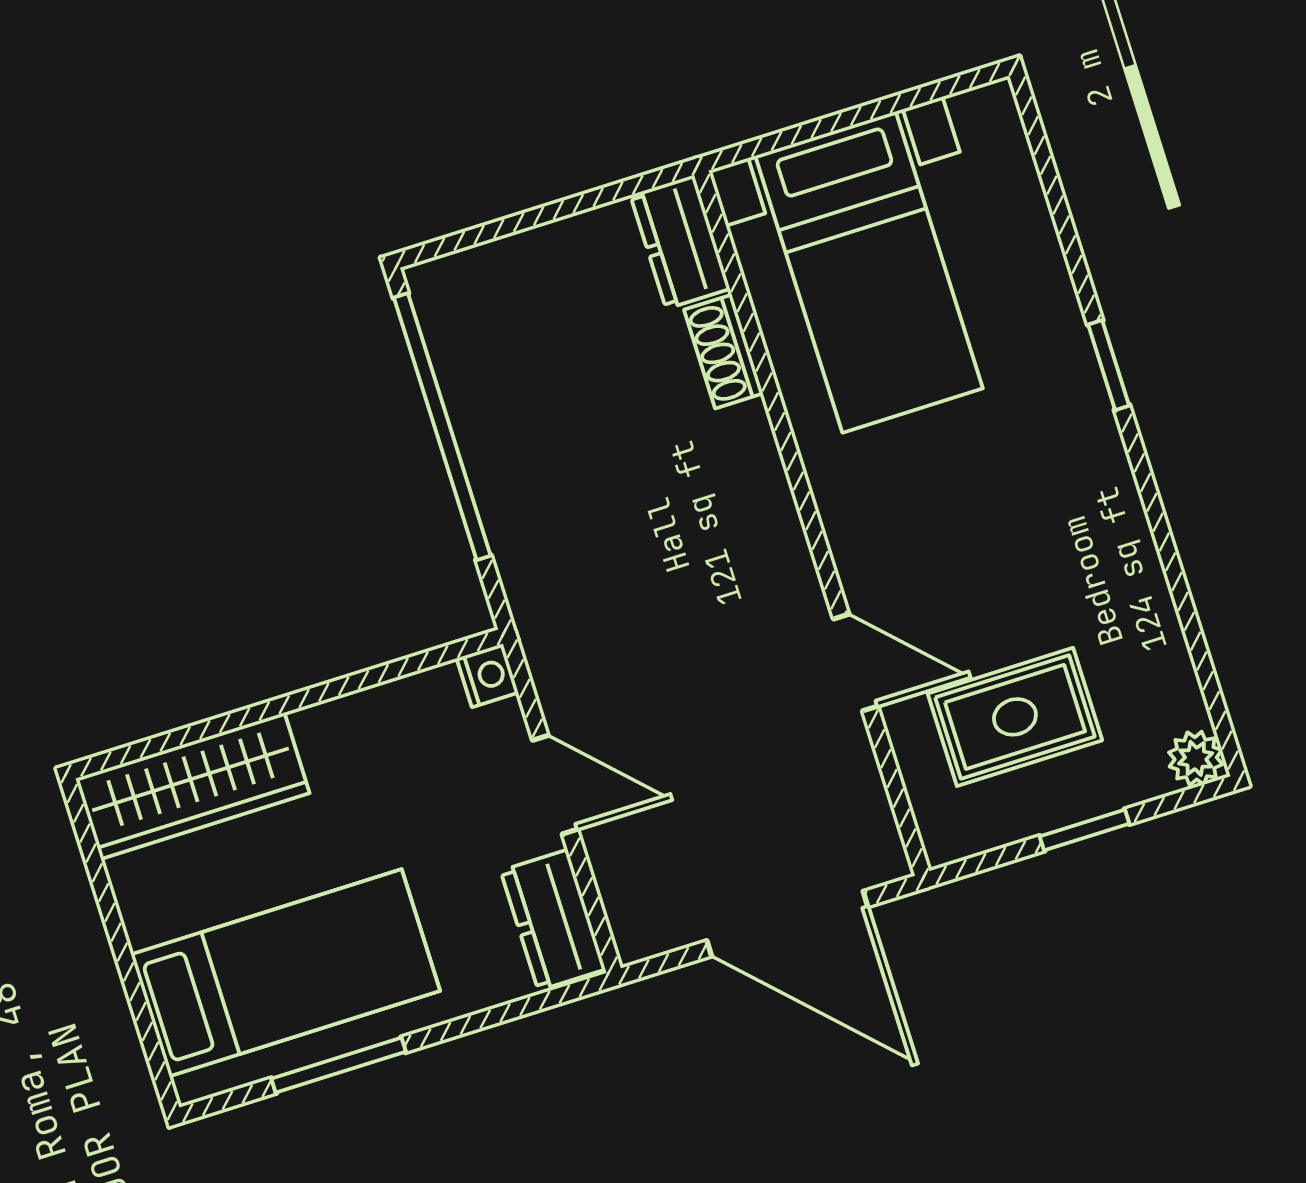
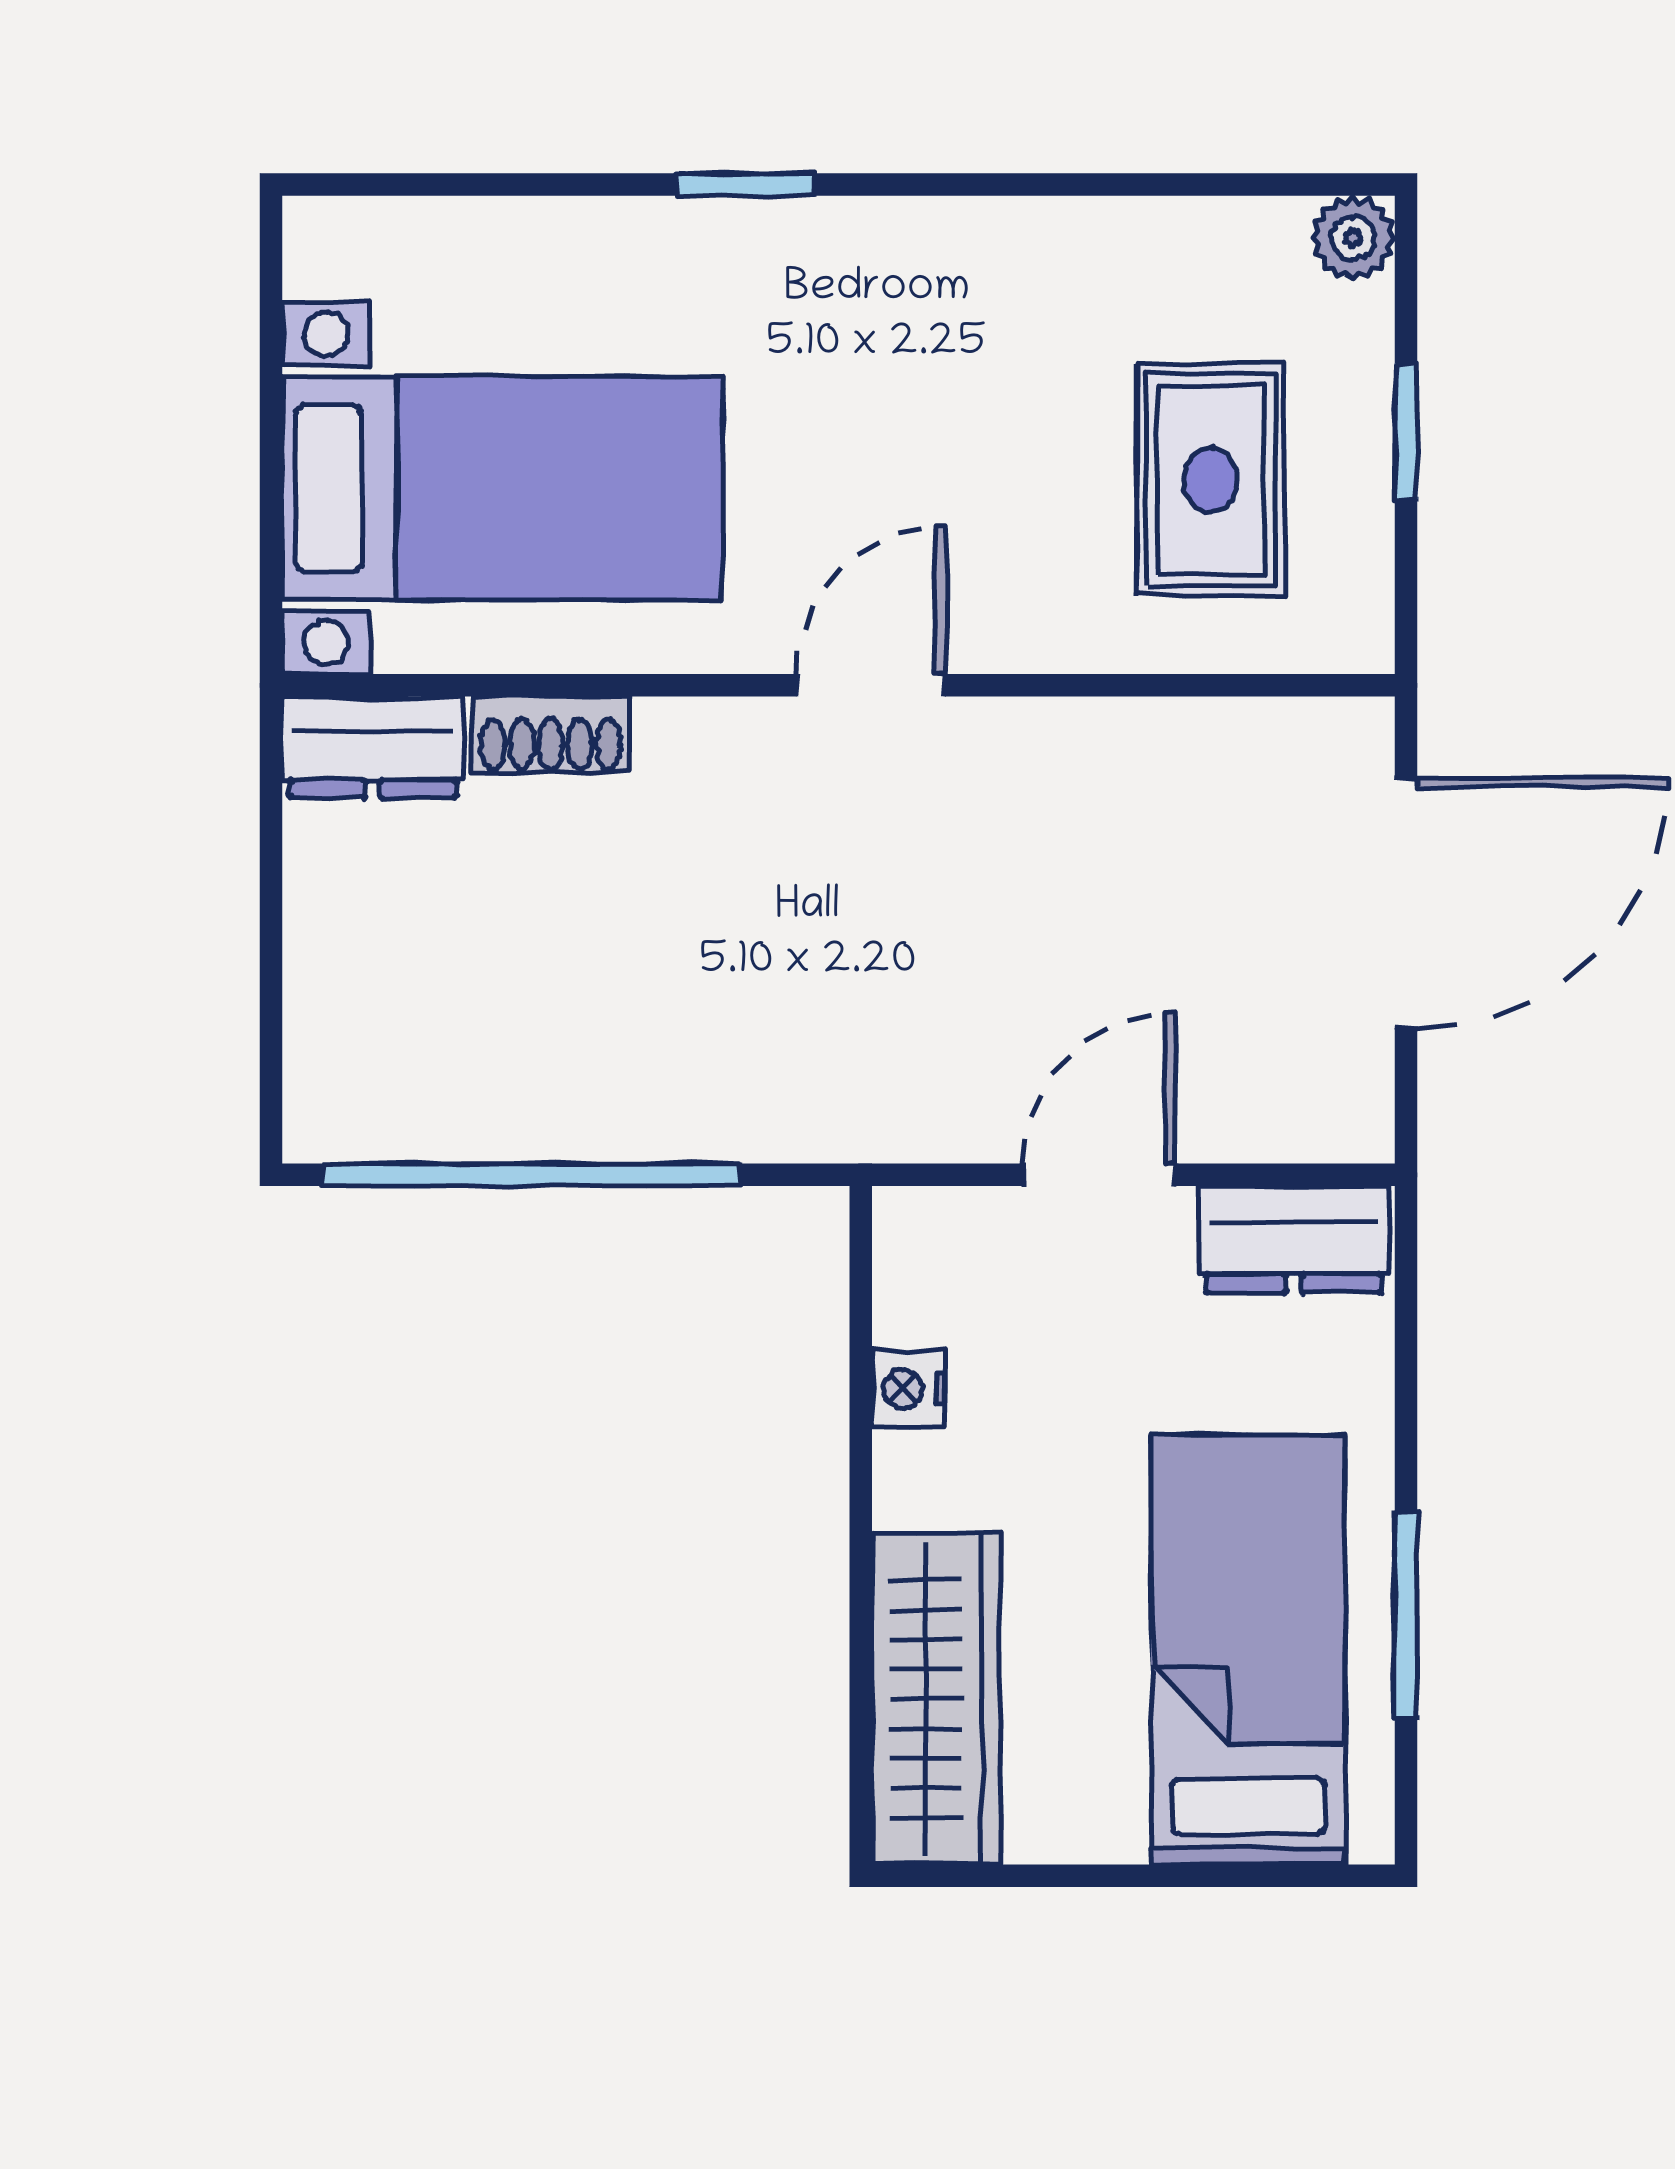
door: (856, 663) -> (871, 685), moved
nightstand: (487, 675) -> (909, 1389), moved, turned -90

